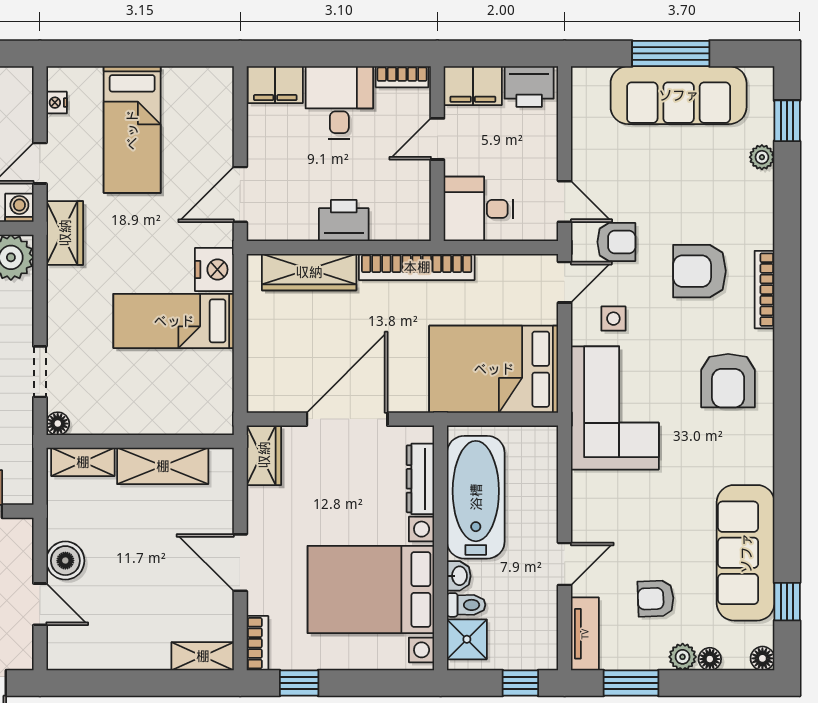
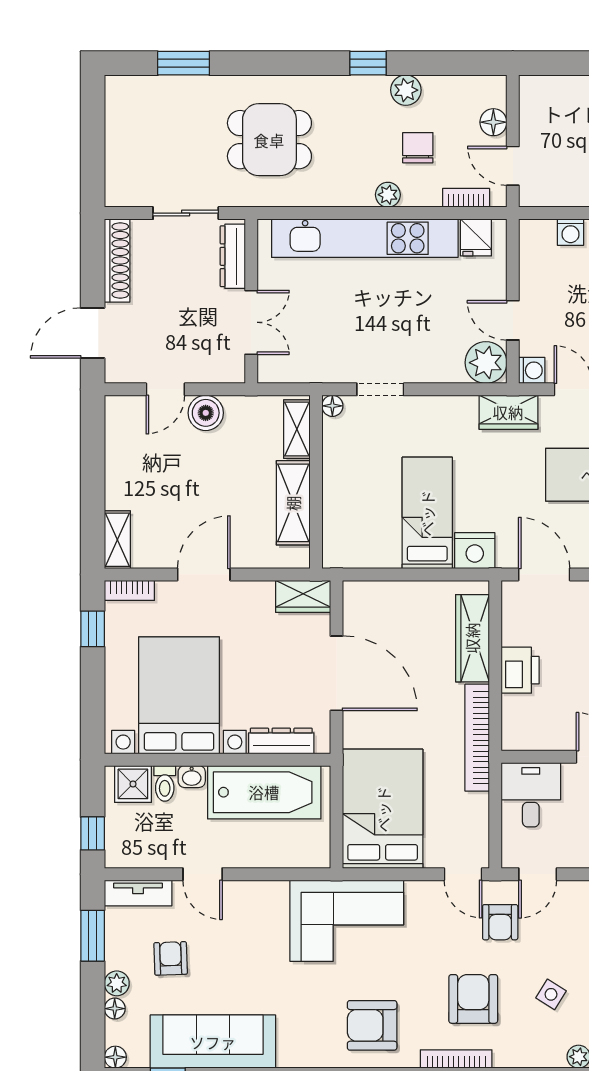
side table: (613, 319) -> (551, 994), moved, turned 32

